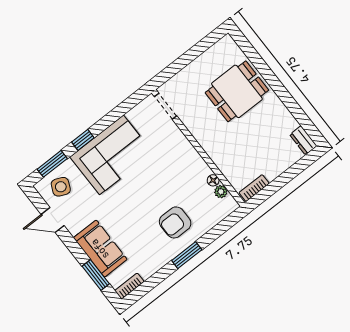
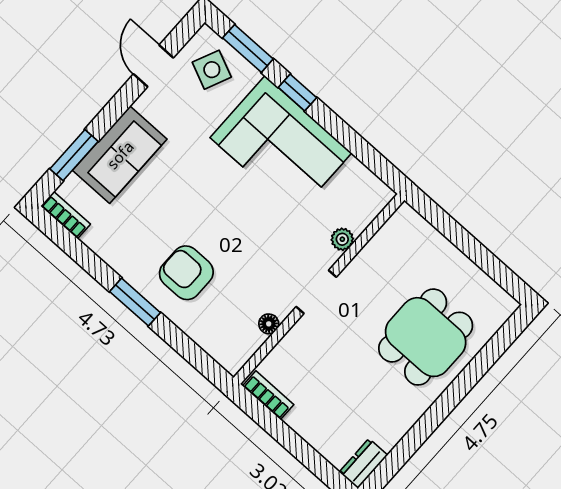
dining table: (237, 91) -> (426, 337), turned 90
doorway: (166, 106) -> (316, 292), moved
plant: (221, 192) -> (342, 239), moved

